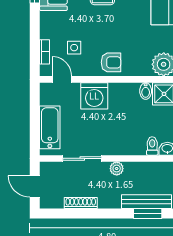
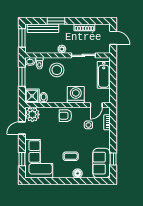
door: (62, 79) -> (96, 105), hinge flipped
stool: (125, 135) -> (57, 70), added
window: (148, 213) -> (56, 21), moved

